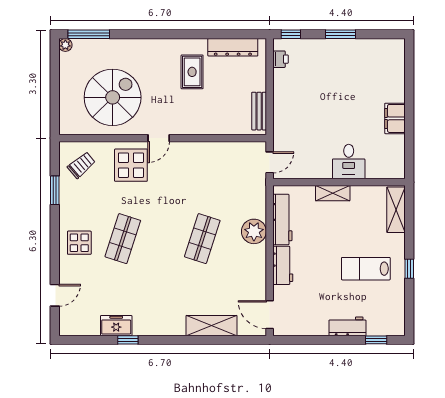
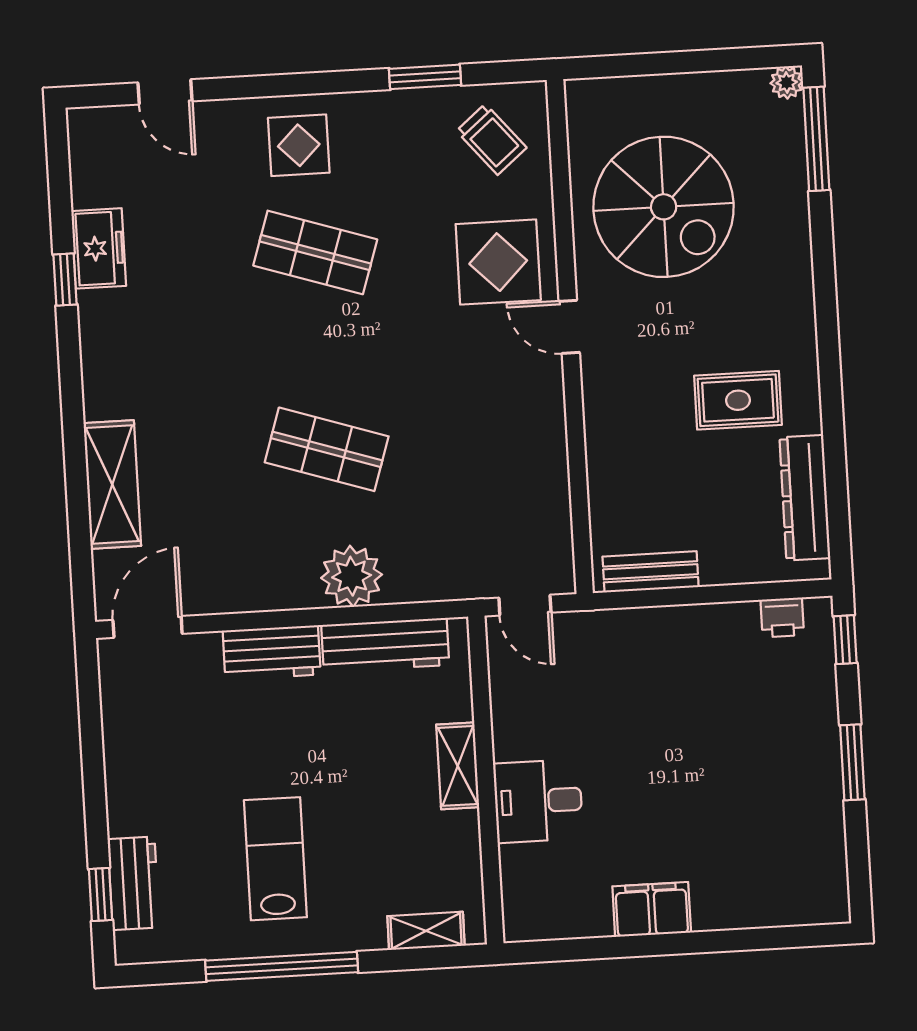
shelving: (396, 210) -> (426, 931), width x0.67, depth x0.75
window: (409, 269) -> (282, 966), width x3.17
workbench: (347, 326) -> (134, 883), moved

